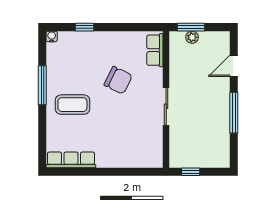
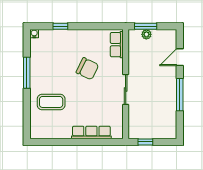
coffee table: (72, 105) -> (51, 102), moved
row of seats: (71, 160) -> (91, 132), moved

